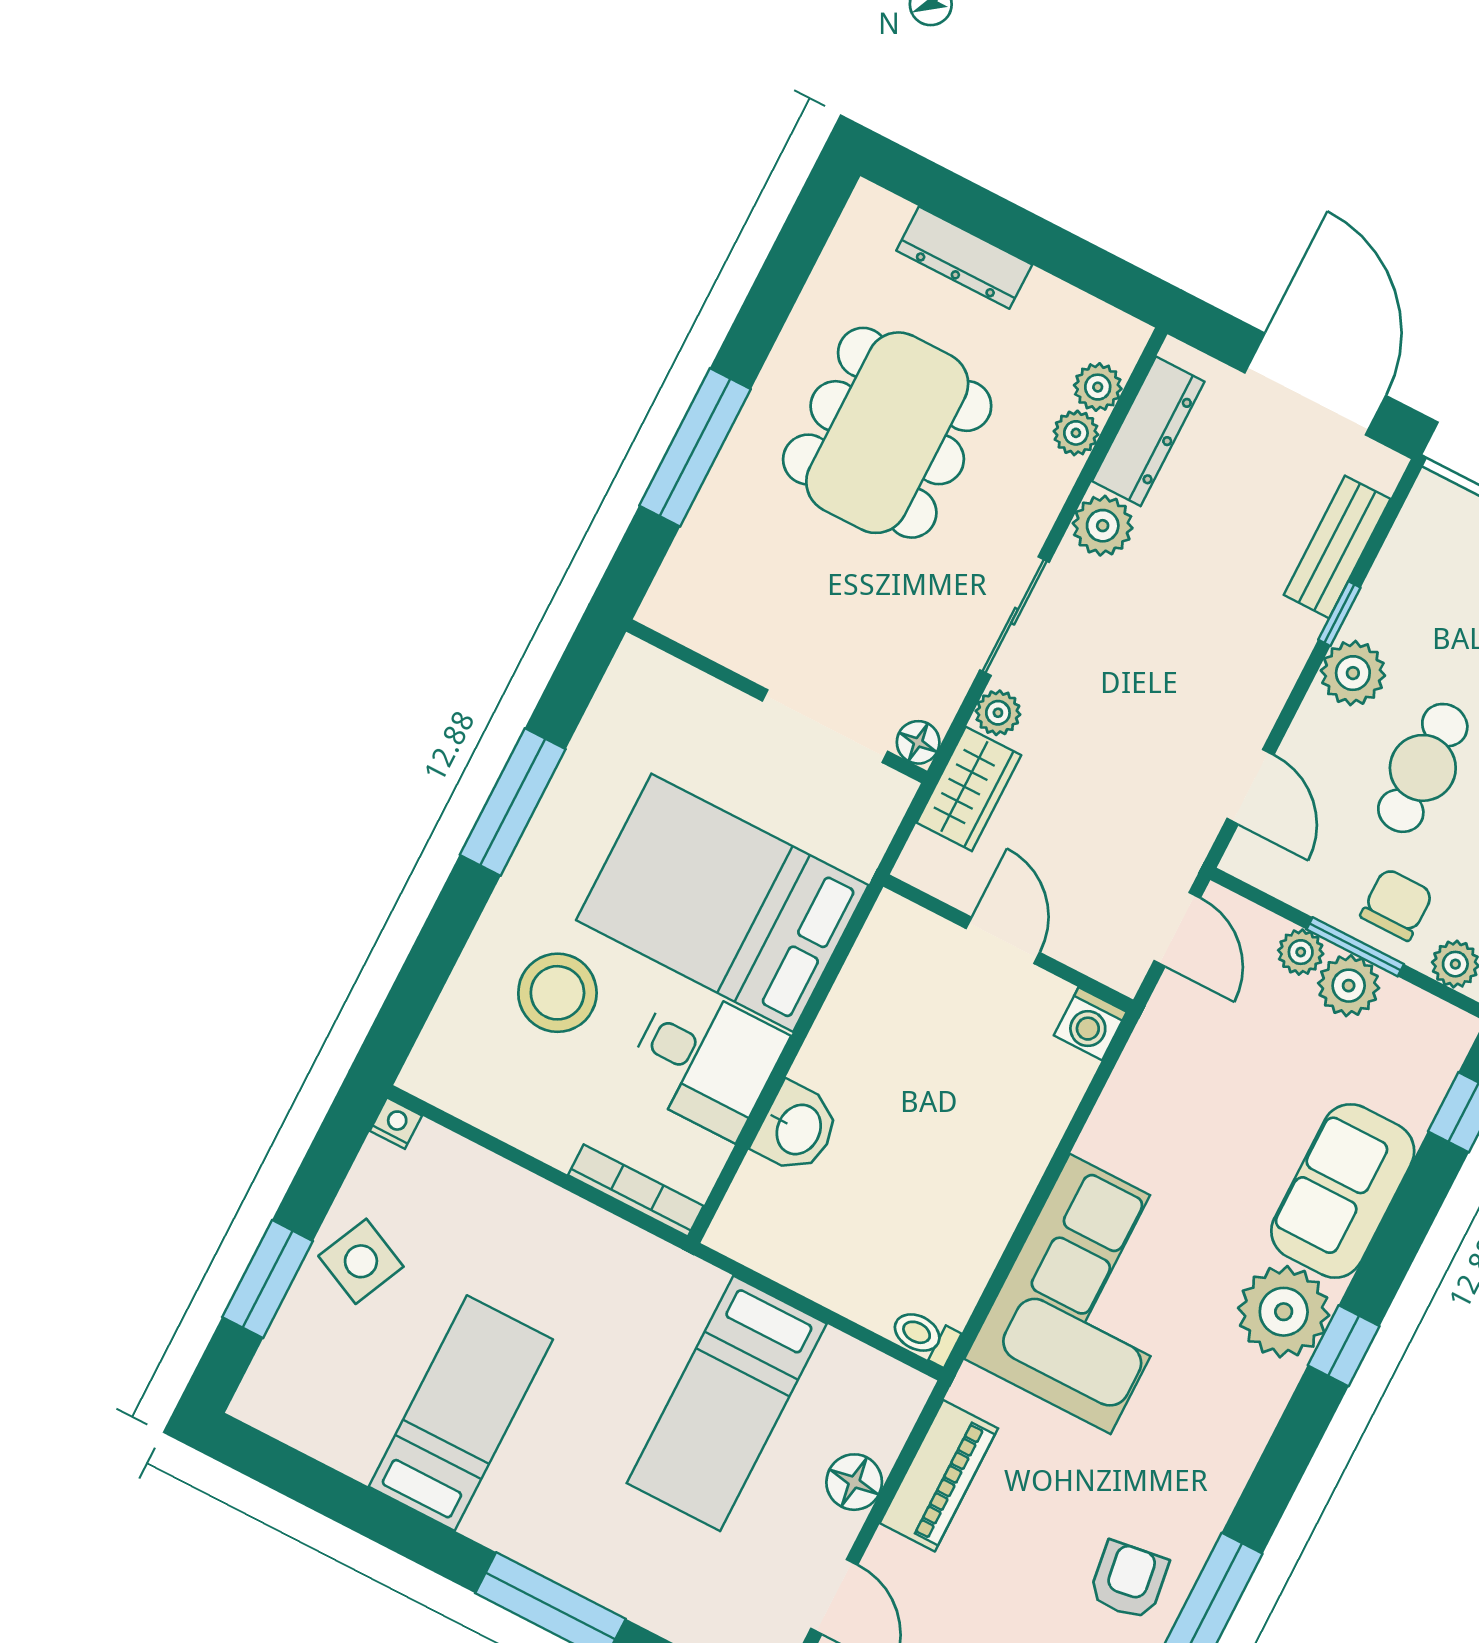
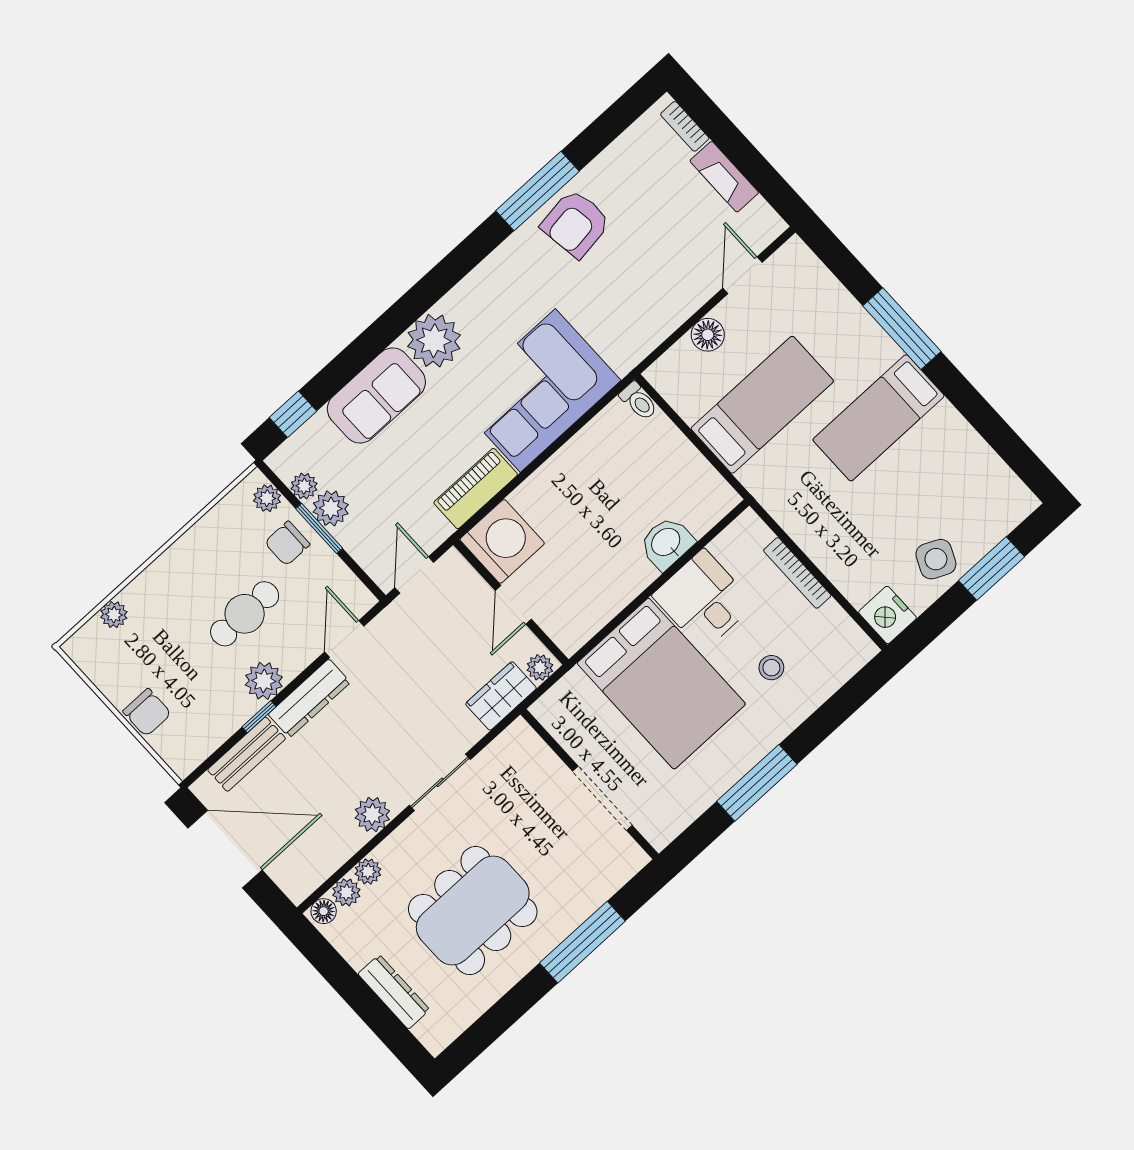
door: (1315, 384) -> (225, 849), swing flipped
dresser: (1148, 431) -> (309, 698), moved, turned 180
plant: (998, 713) -> (540, 667), moved
doorway: (825, 726) -> (602, 798), moved
floor lamp: (918, 742) -> (324, 911), moved
plant: (1301, 952) -> (304, 486), moved
stool: (557, 993) -> (771, 668), width x0.53, depth x0.53
washing machine: (1090, 1024) -> (502, 541), width x1.89, depth x1.89
nightstand: (396, 1123) -> (888, 615), width x1.89, depth x1.79
bookcase: (636, 1190) -> (797, 573), moved
window: (1344, 1346) -> (408, 309), removed
bed: (461, 1413) -> (879, 418), moved
piano: (939, 1476) -> (476, 489), moved
armchair: (1129, 1580) -> (576, 224), width x1.38, depth x1.38

